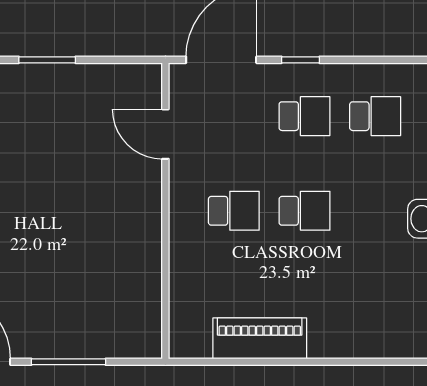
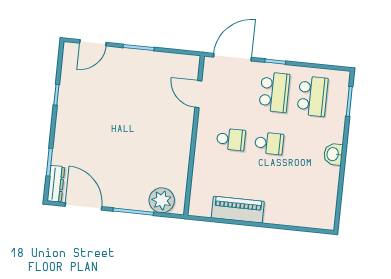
school desk: (304, 116) -> (274, 92), width x1.85
school desk: (375, 116) -> (312, 96), width x1.85
plant: (118, 336) -> (162, 200), added

